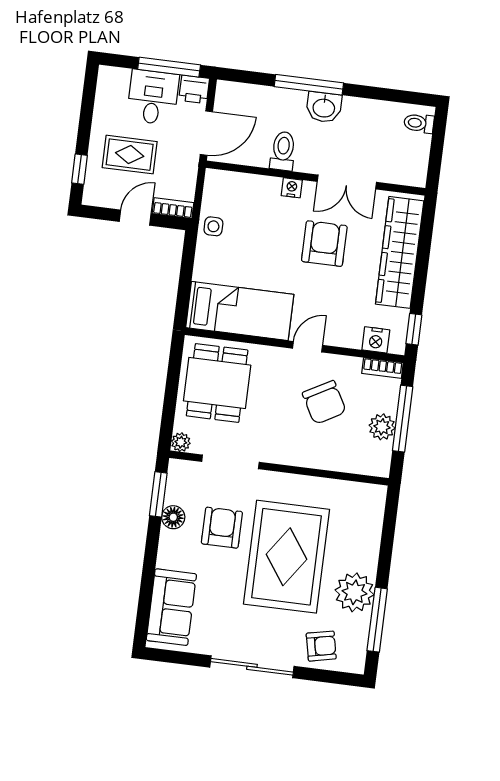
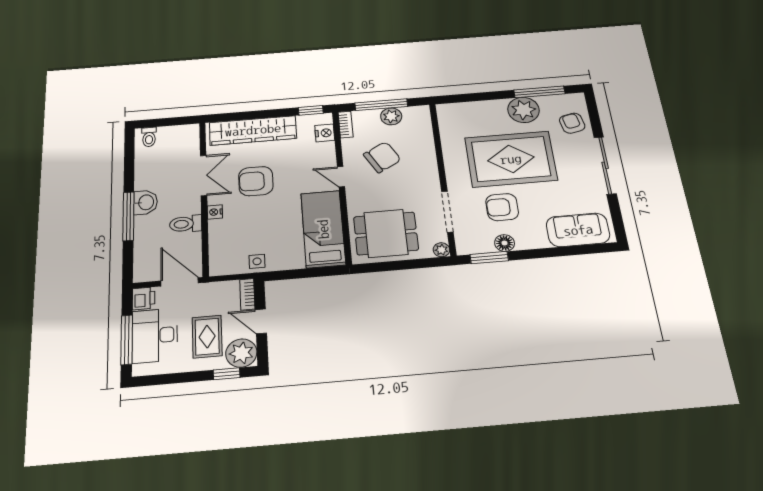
window: (169, 67) -> (127, 340), moved
desk: (153, 97) -> (155, 336), width x1.37
plant: (101, 189) -> (241, 353), added

